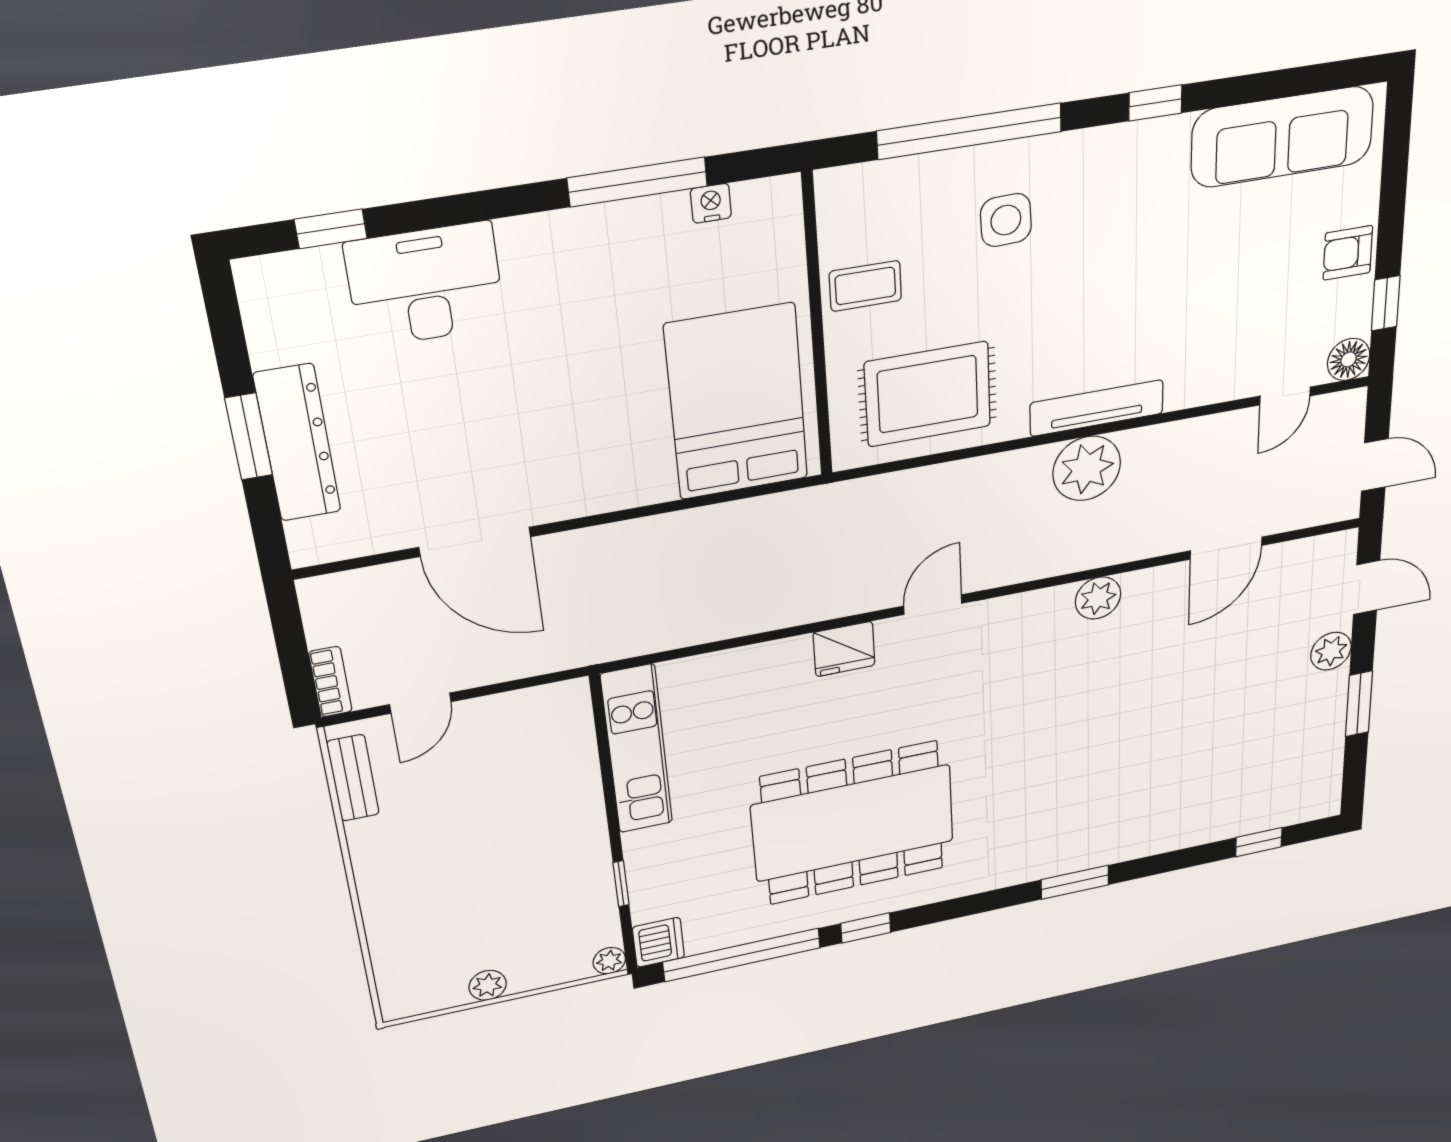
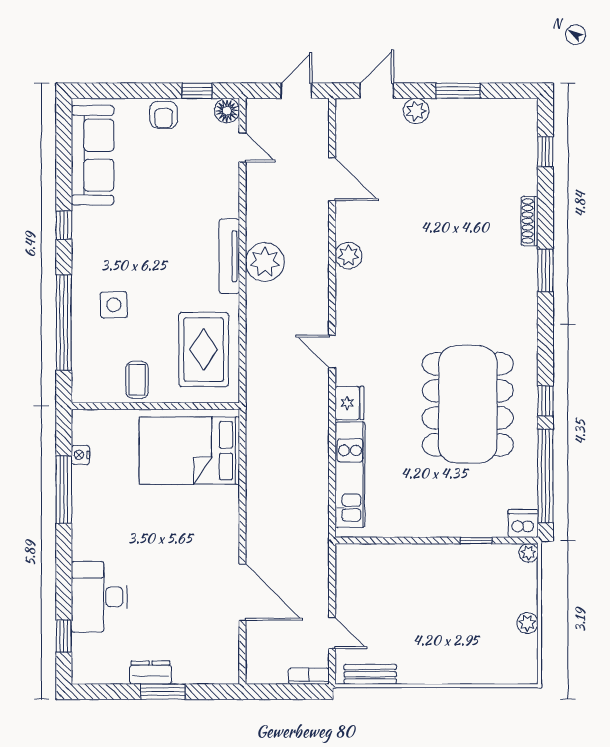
dresser: (297, 443) -> (151, 673), width x0.51, depth x0.80
door: (475, 542) -> (242, 592), hinge flipped
kitchen unit: (637, 749) -> (350, 475), moved, turned 90
shoe rack: (1152, 844) -> (530, 221), added

